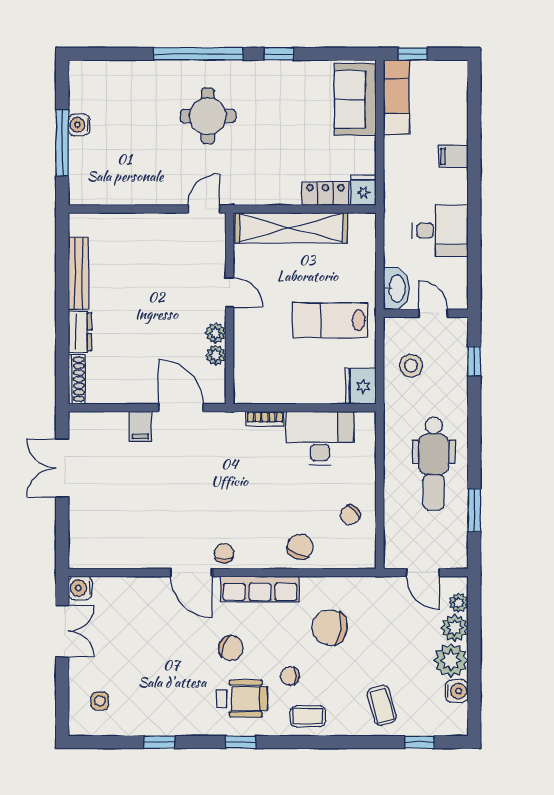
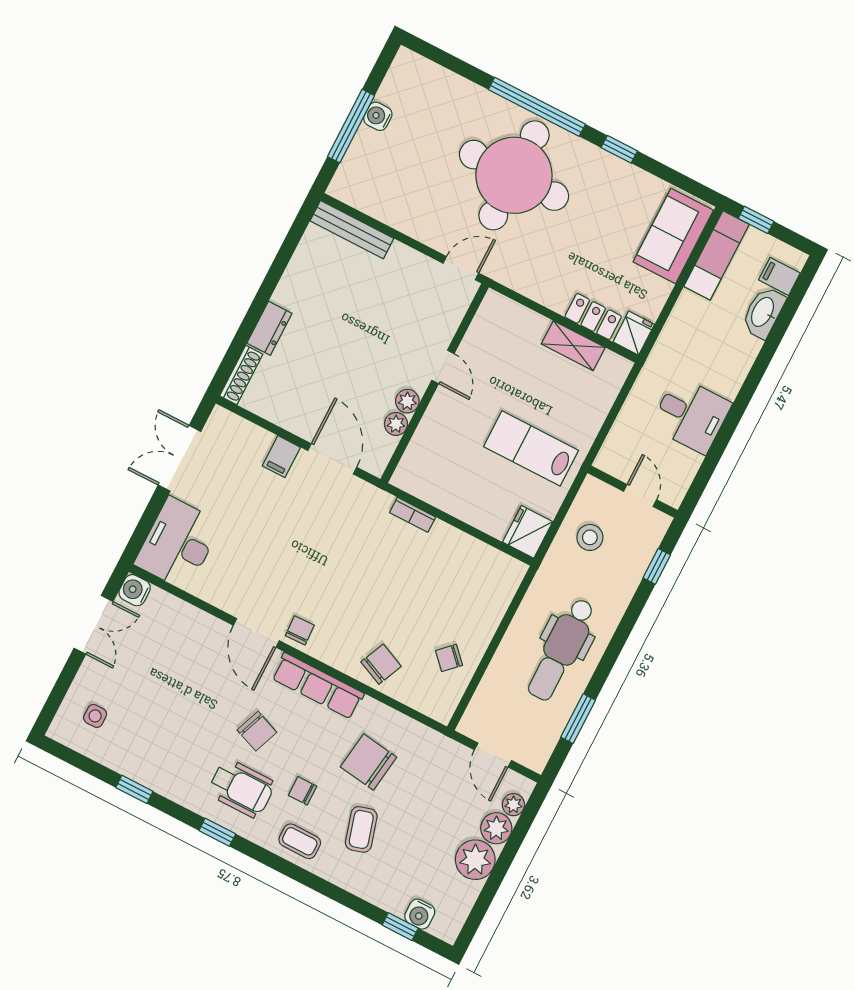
round table: (208, 116) -> (514, 175), width x1.86, depth x1.86
filing cabinet: (453, 157) -> (779, 276), moved
shelving: (291, 228) -> (573, 346), width x0.45, depth x0.75
bench: (78, 273) -> (352, 230), moved, turned 90
washbasin: (396, 288) -> (763, 312), moved, turned 180
desk: (320, 438) -> (178, 544), moved, turned -90
water cooler: (457, 691) -> (420, 914), moved, turned 90
coffee table: (382, 705) -> (361, 829), moved

